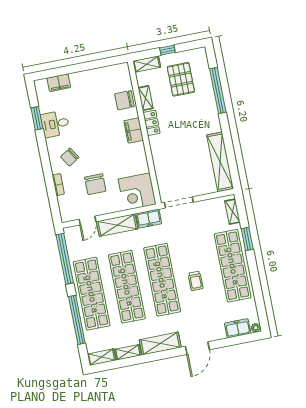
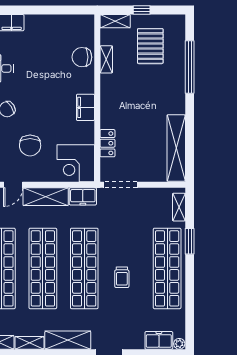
locker: (152, 123) -> (107, 143), moved
filing cabinet: (134, 130) -> (85, 107), moved

